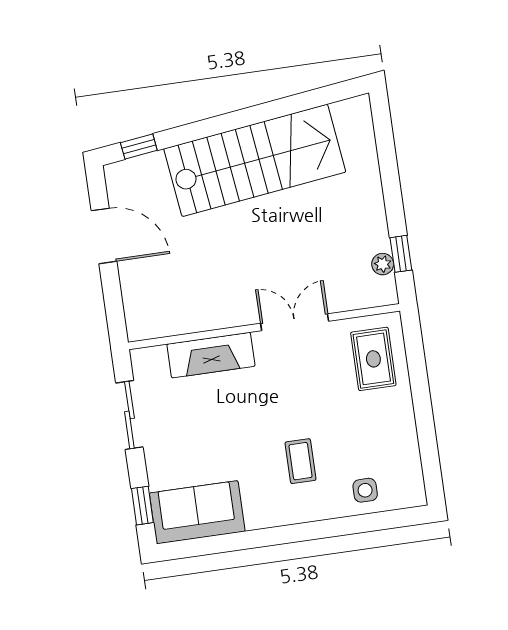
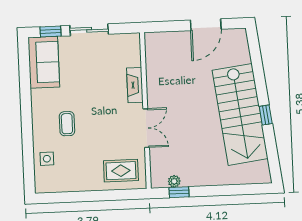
window: (139, 146) -> (266, 115), moved
fireplace: (211, 355) -> (135, 85), width x0.73, depth x0.76
sliding door: (129, 415) -> (89, 30), moved
coffee table: (300, 461) -> (67, 124), turned 90

